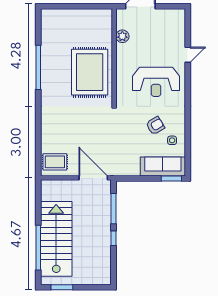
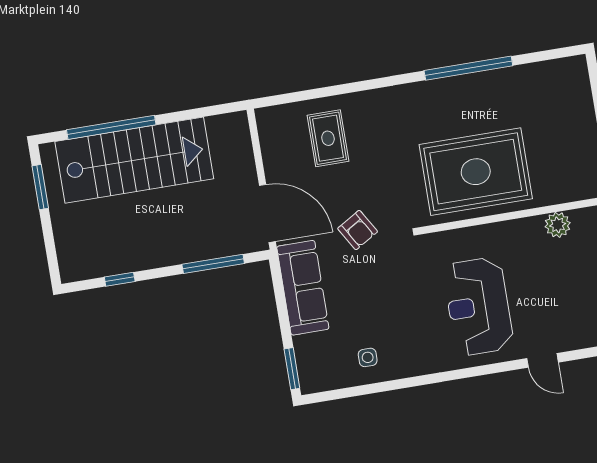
armchair: (155, 126) -> (358, 230), moved
rug: (55, 162) -> (328, 138), moved
sofa: (163, 167) -> (303, 288), moved
door: (93, 178) -> (267, 213), hinge flipped
window: (114, 238) -> (120, 279), moved

